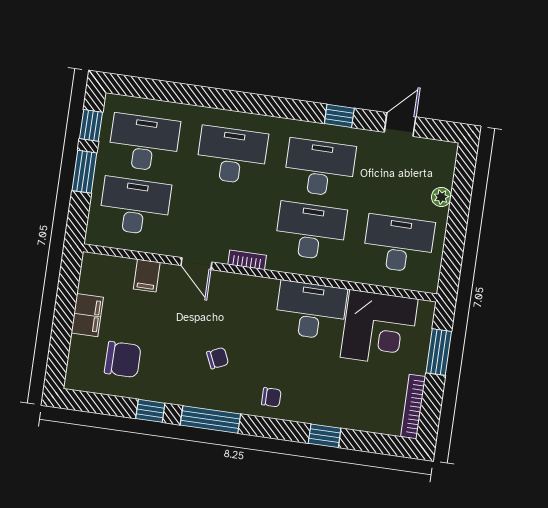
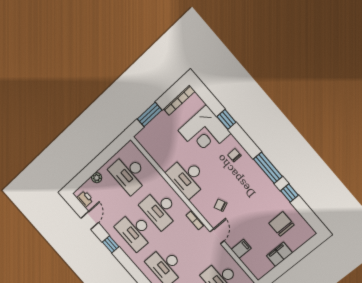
door: (400, 125) -> (90, 220), swing flipped
printer: (433, 150) -> (85, 199), added
corner desk: (379, 328) -> (204, 132), moved, turned 180
chair: (218, 358) -> (221, 205), moved

